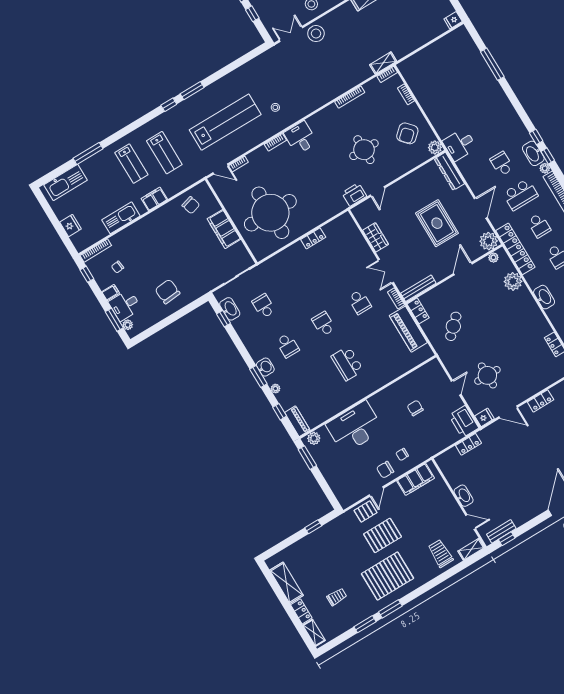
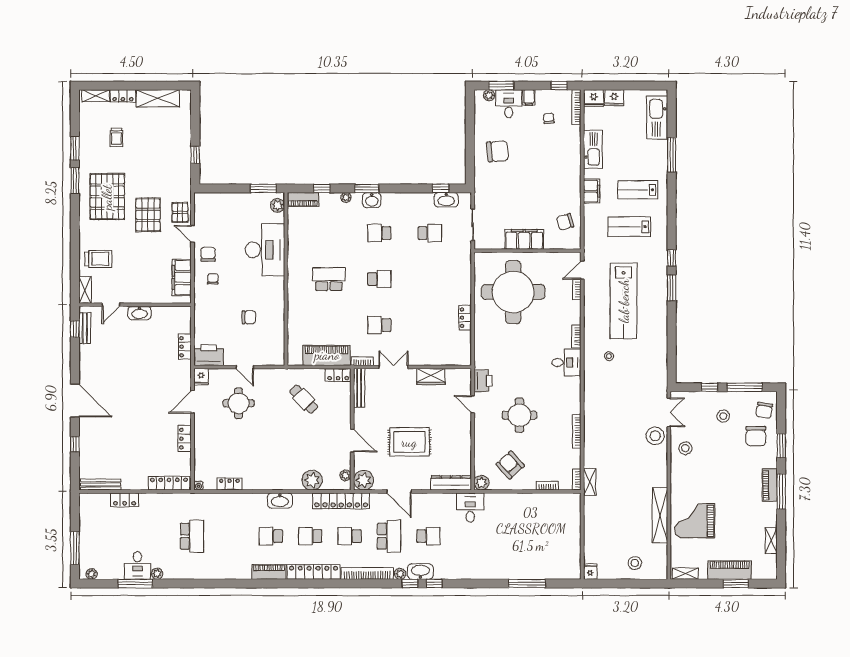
school desk: (520, 195) -> (389, 536), turned 180
fridge: (80, 241) -> (594, 98), added

